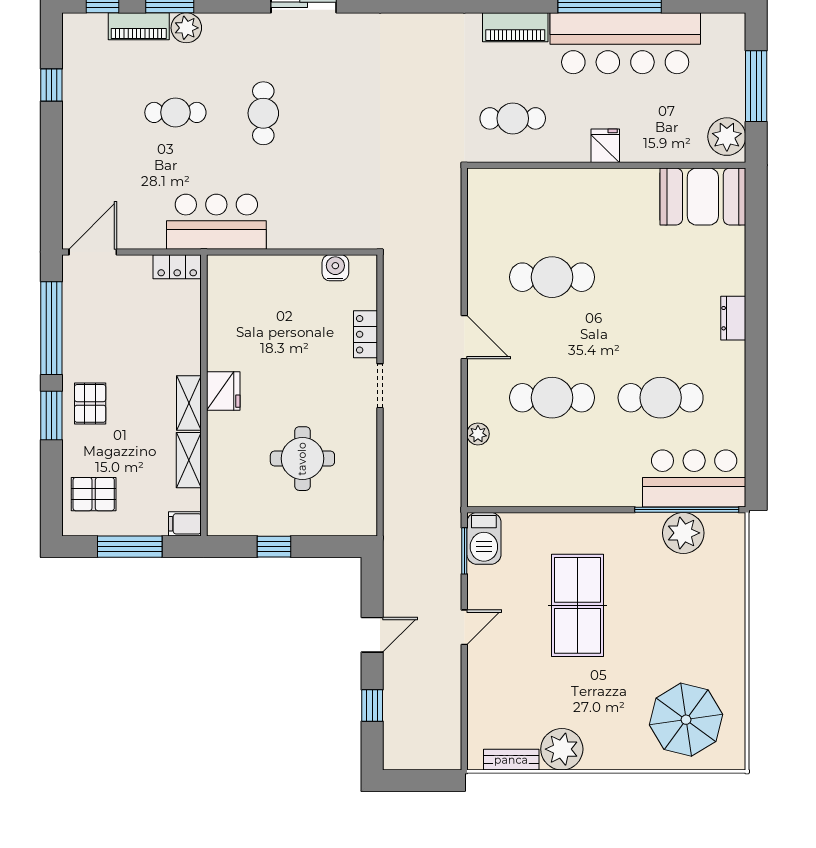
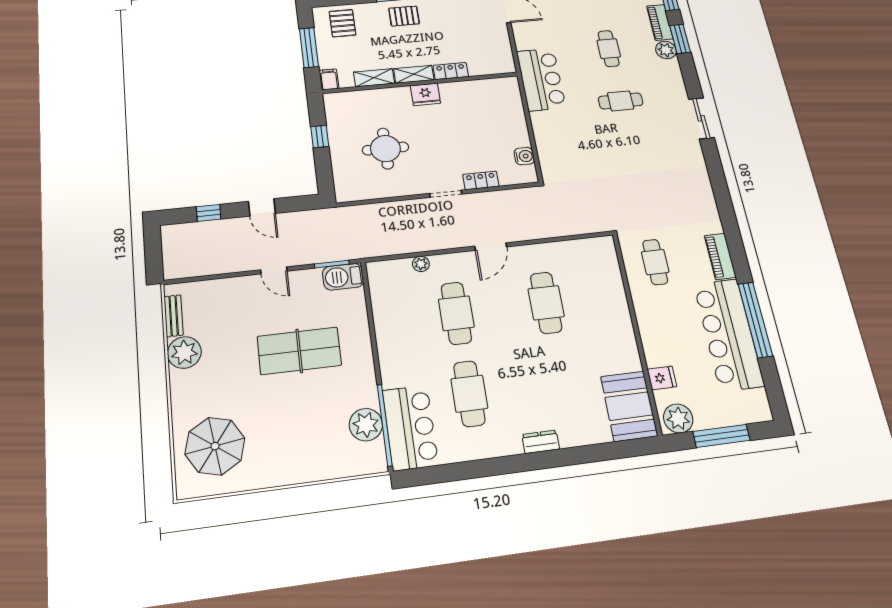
fridge: (605, 146) -> (662, 378), moved
locker: (177, 267) -> (451, 71), moved, turned 90

